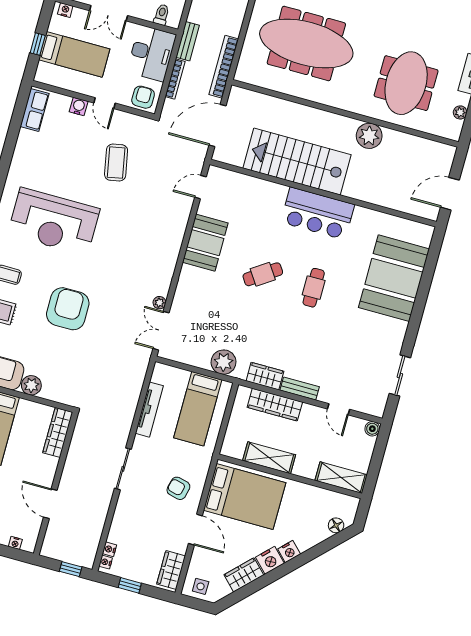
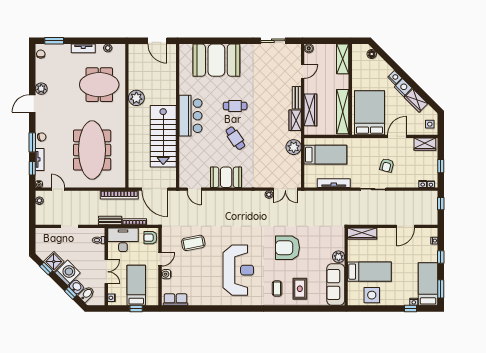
shelving: (269, 458) -> (343, 112), width x1.47
armchair: (178, 488) -> (387, 165), moved

